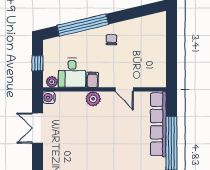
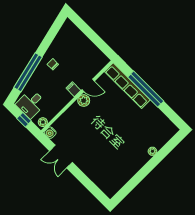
desk: (72, 73) -> (31, 104), moved, turned 90
filing cabinet: (92, 80) -> (73, 89), moved
plant: (93, 99) -> (84, 101), moved

